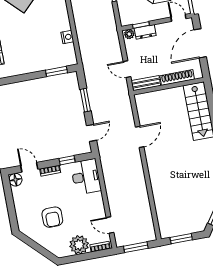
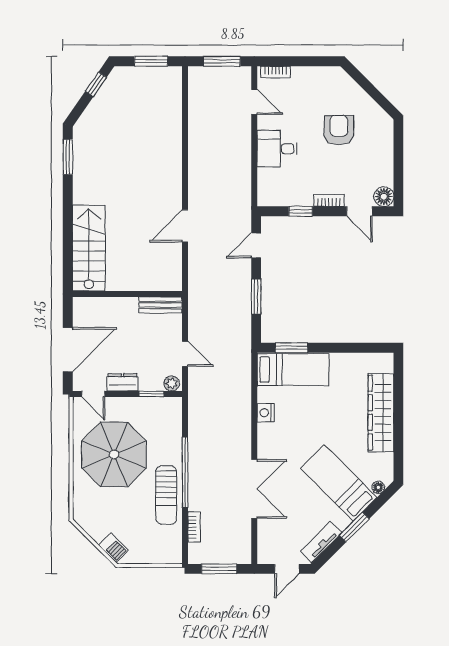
dresser: (145, 32) -> (122, 382), moved
nightstand: (67, 37) -> (266, 413), moved
bed: (53, 58) -> (293, 370), added
door: (127, 69) -> (185, 354), moved
shoe rack: (177, 77) -> (112, 305), removed
desk: (86, 177) -> (277, 149), moved, width x0.73
plant: (79, 245) -> (306, 81), removed

